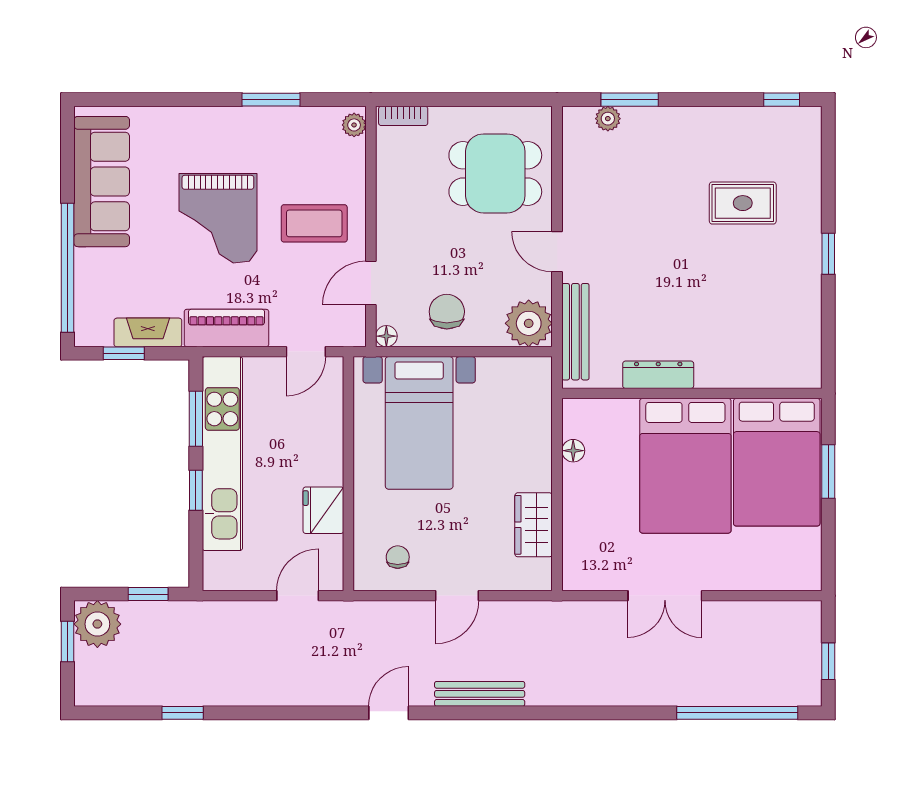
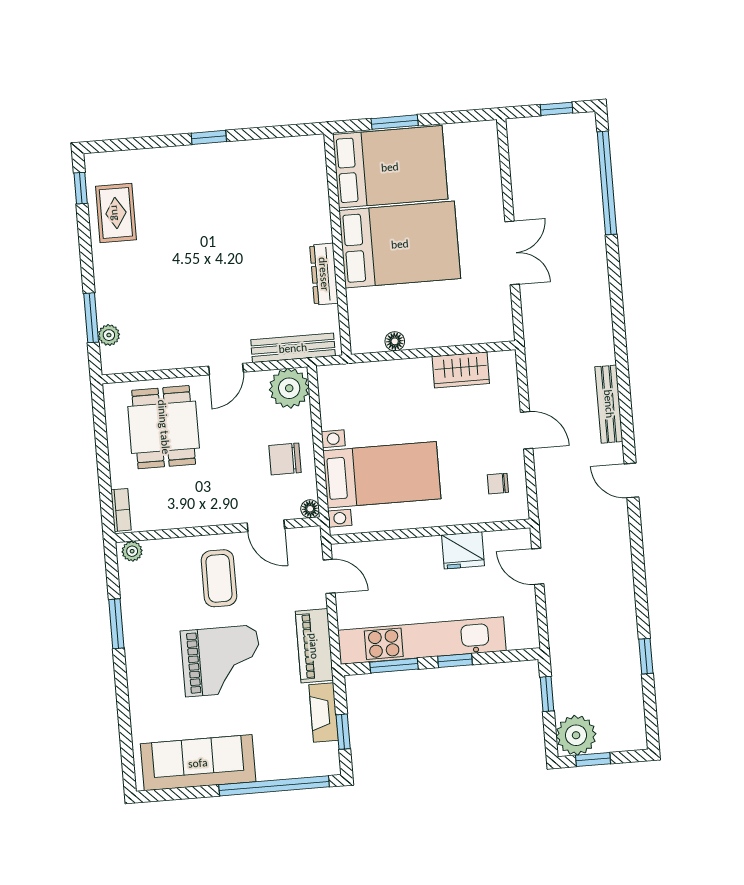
rug: (743, 203) -> (116, 213), moved

